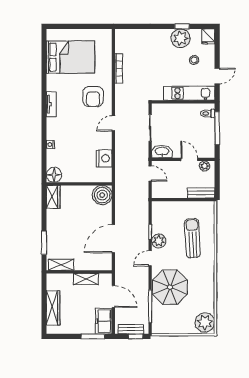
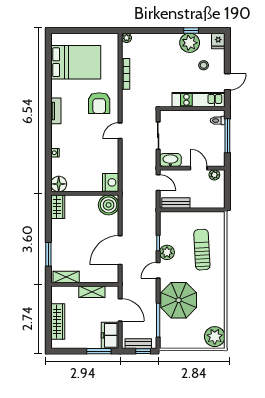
plant: (120, 33) -> (127, 38), added
nightstand: (104, 158) -> (111, 182), moved
bench: (201, 193) -> (176, 203), moved

